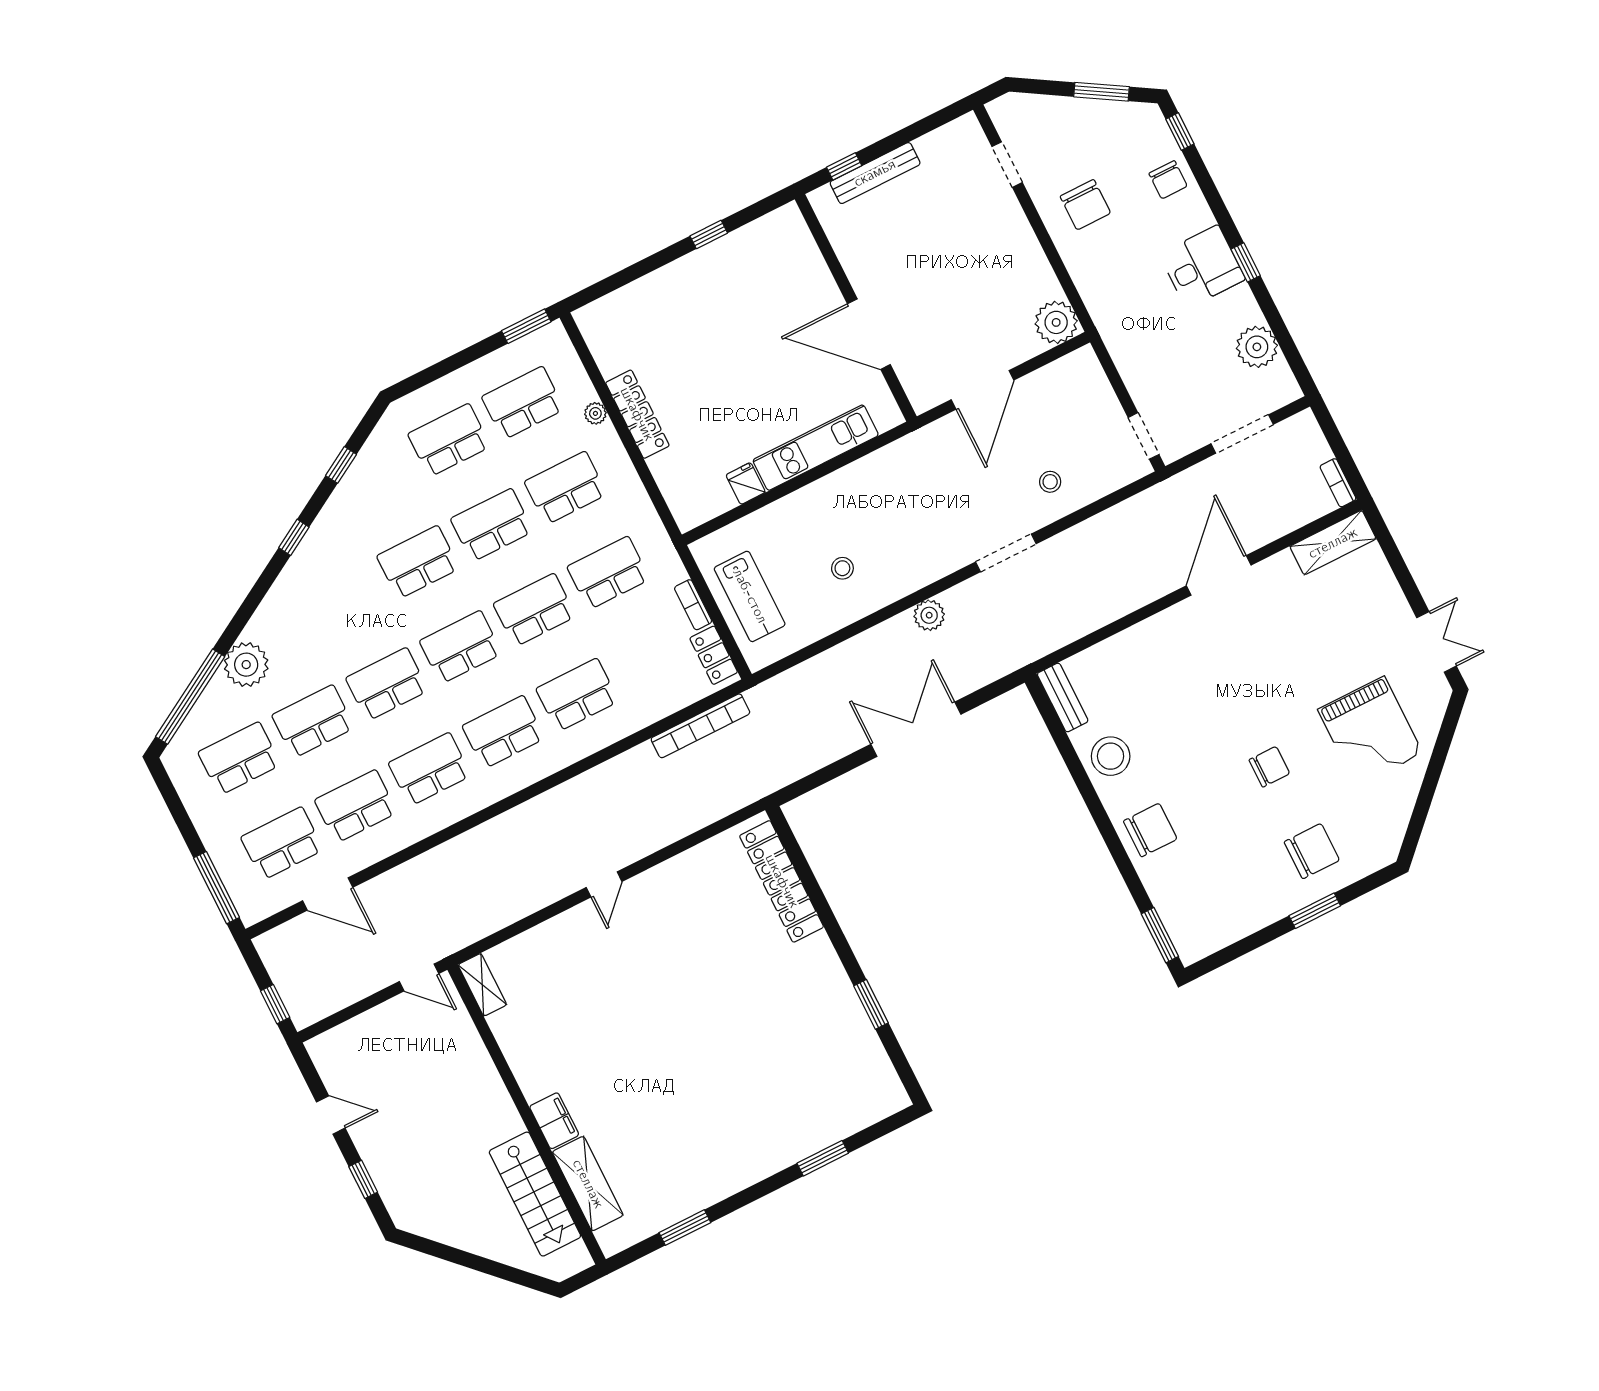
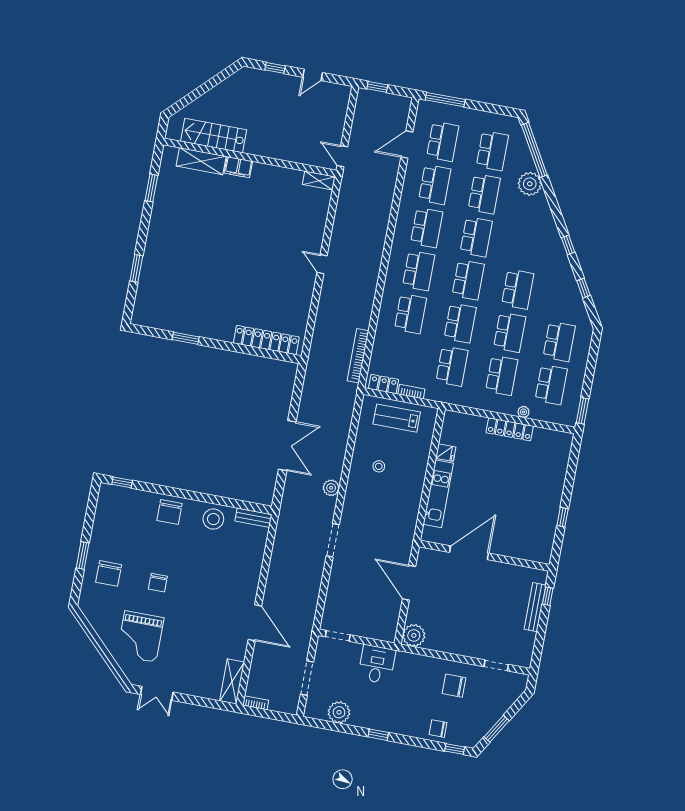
desk: (1202, 267) -> (377, 664), moved, turned 180
stool: (1050, 482) -> (349, 582), removed
grand piano: (1370, 731) -> (140, 637), turned -90
window: (1160, 935) -> (122, 482), width x0.67
door: (419, 978) -> (342, 156), hinge flipped

